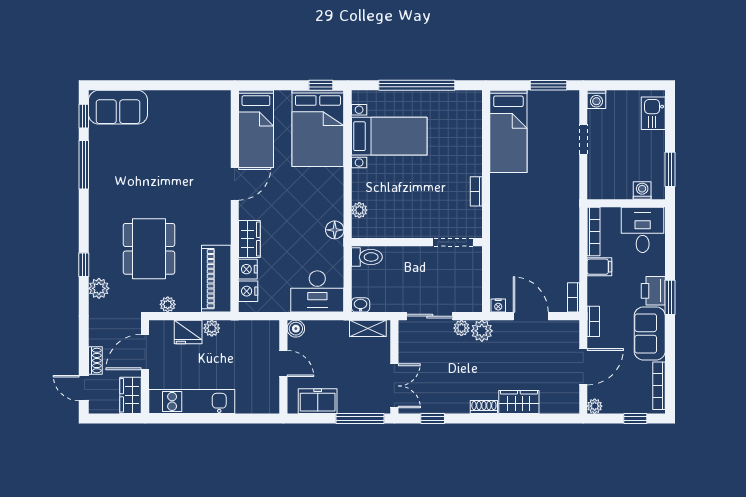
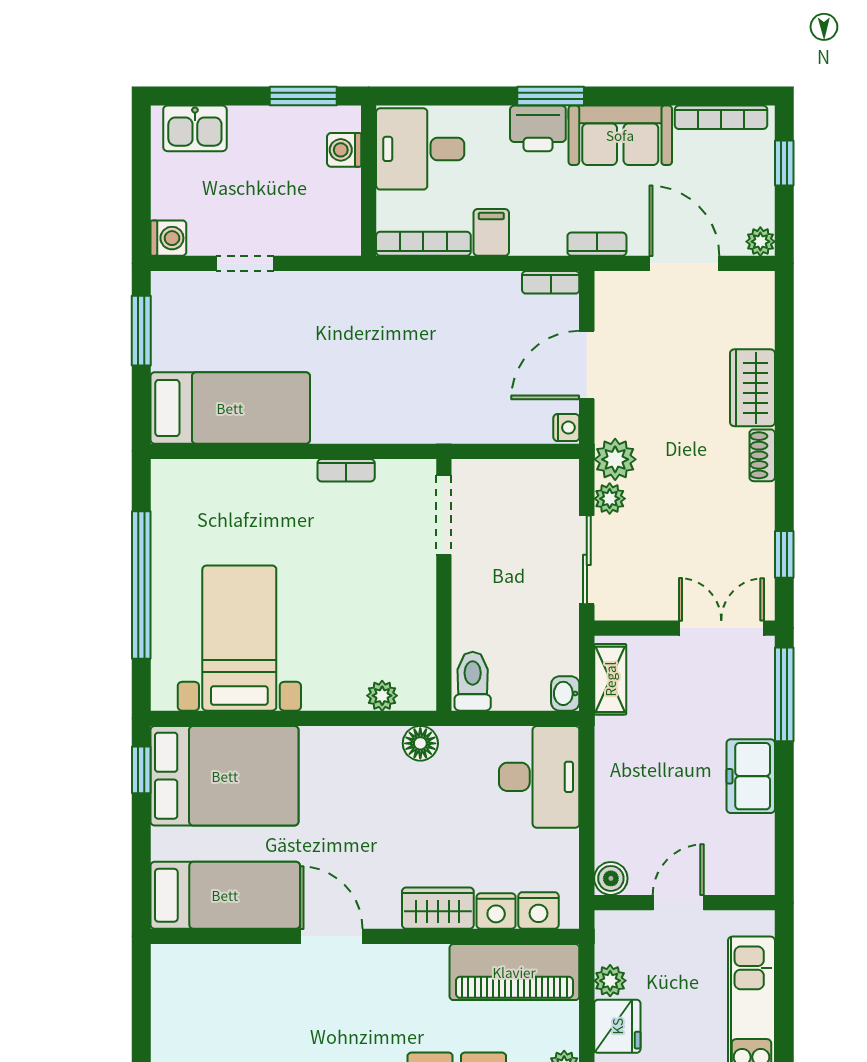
boiler: (296, 329) -> (611, 878), moved
door: (283, 364) -> (678, 903), moved
wall: (283, 367) -> (685, 903), moved

